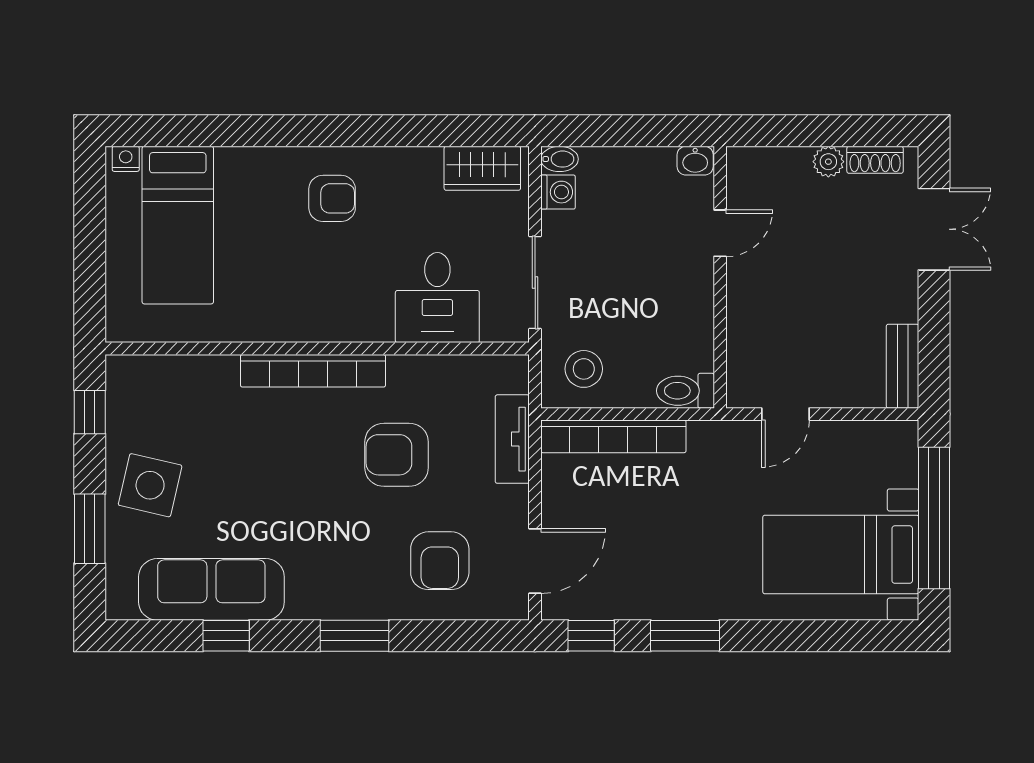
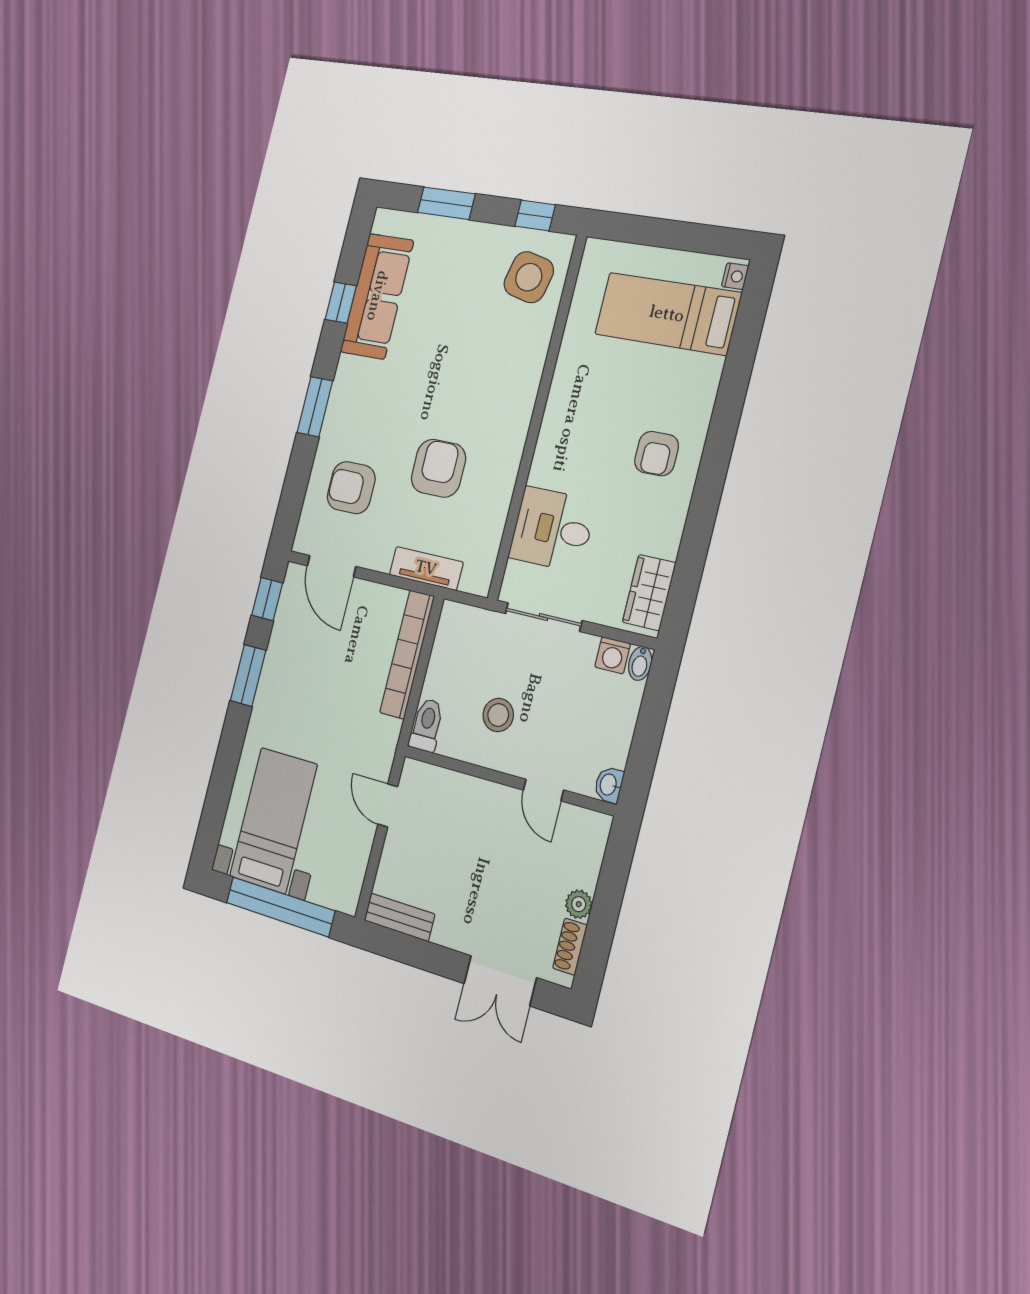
stool: (584, 369) -> (498, 715), moved
bookcase: (313, 371) -> (521, 410), removed
side table: (150, 485) -> (529, 277), moved

